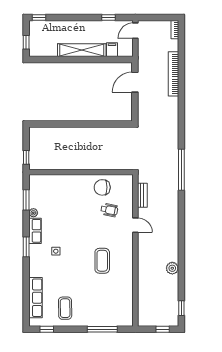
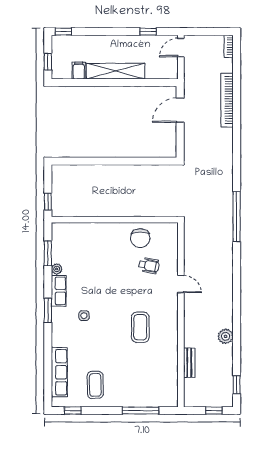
filing cabinet: (112, 50) -> (79, 71), moved
chair: (102, 187) -> (140, 238), turned -90
bench: (142, 195) -> (189, 363), moved

